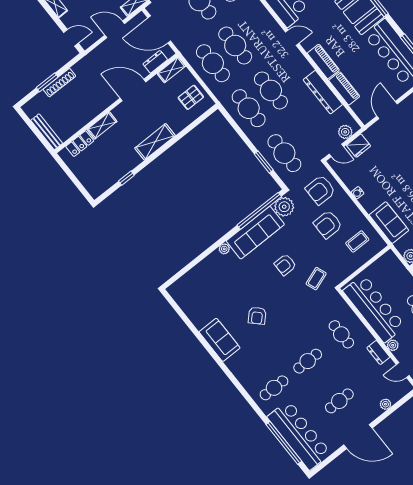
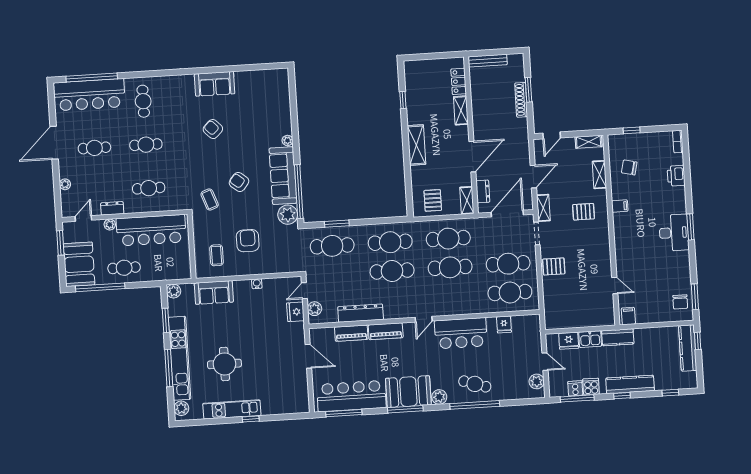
armchair: (320, 190) -> (281, 254), removed
armchair: (285, 265) -> (239, 182), turned -51
cafe table: (308, 361) -> (146, 145), turned 90
cafe table: (339, 401) -> (94, 148), turned 90

